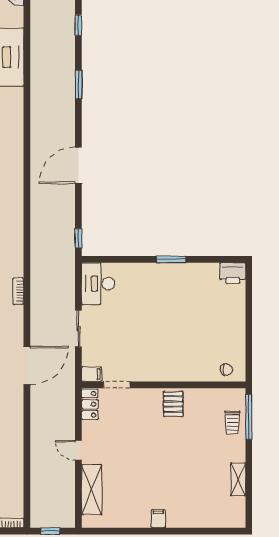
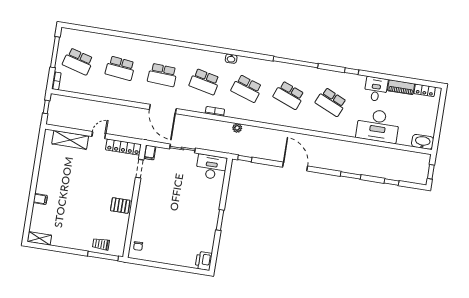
plant: (37, 256) -> (237, 128), added
locker: (90, 404) -> (123, 147), width x1.53
shelving: (238, 479) -> (40, 238), moved
filing cabinet: (158, 519) -> (40, 199), moved

